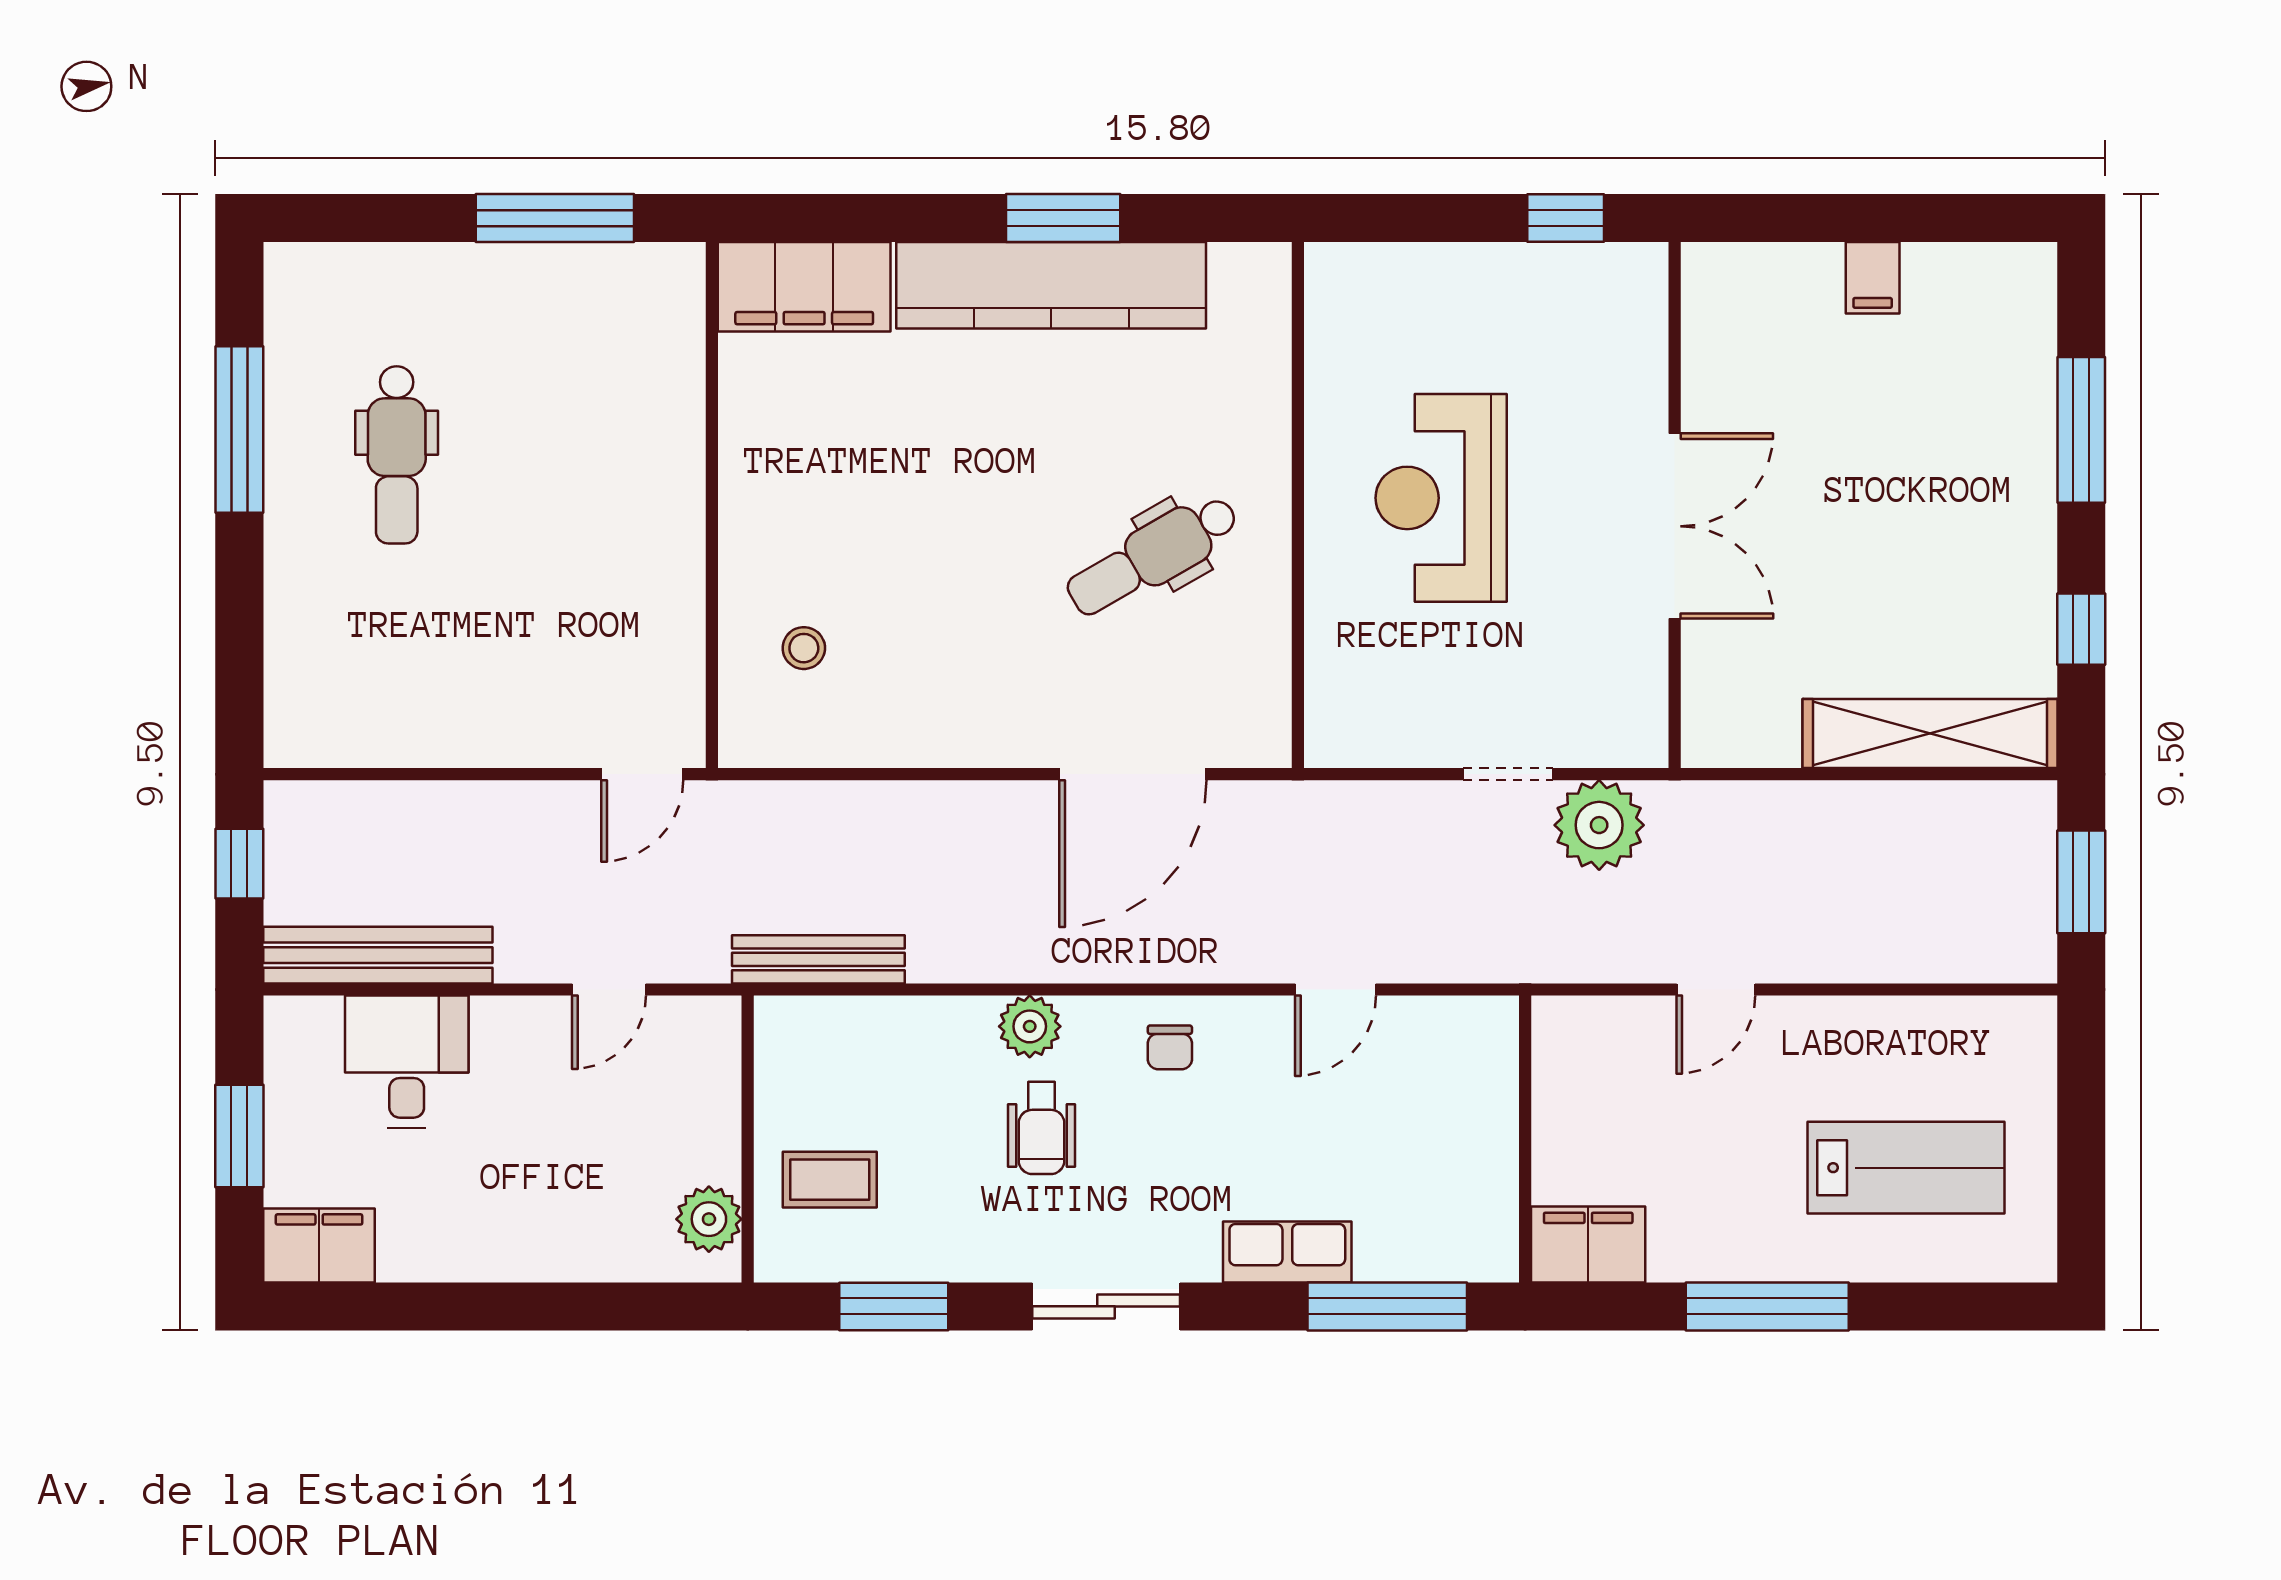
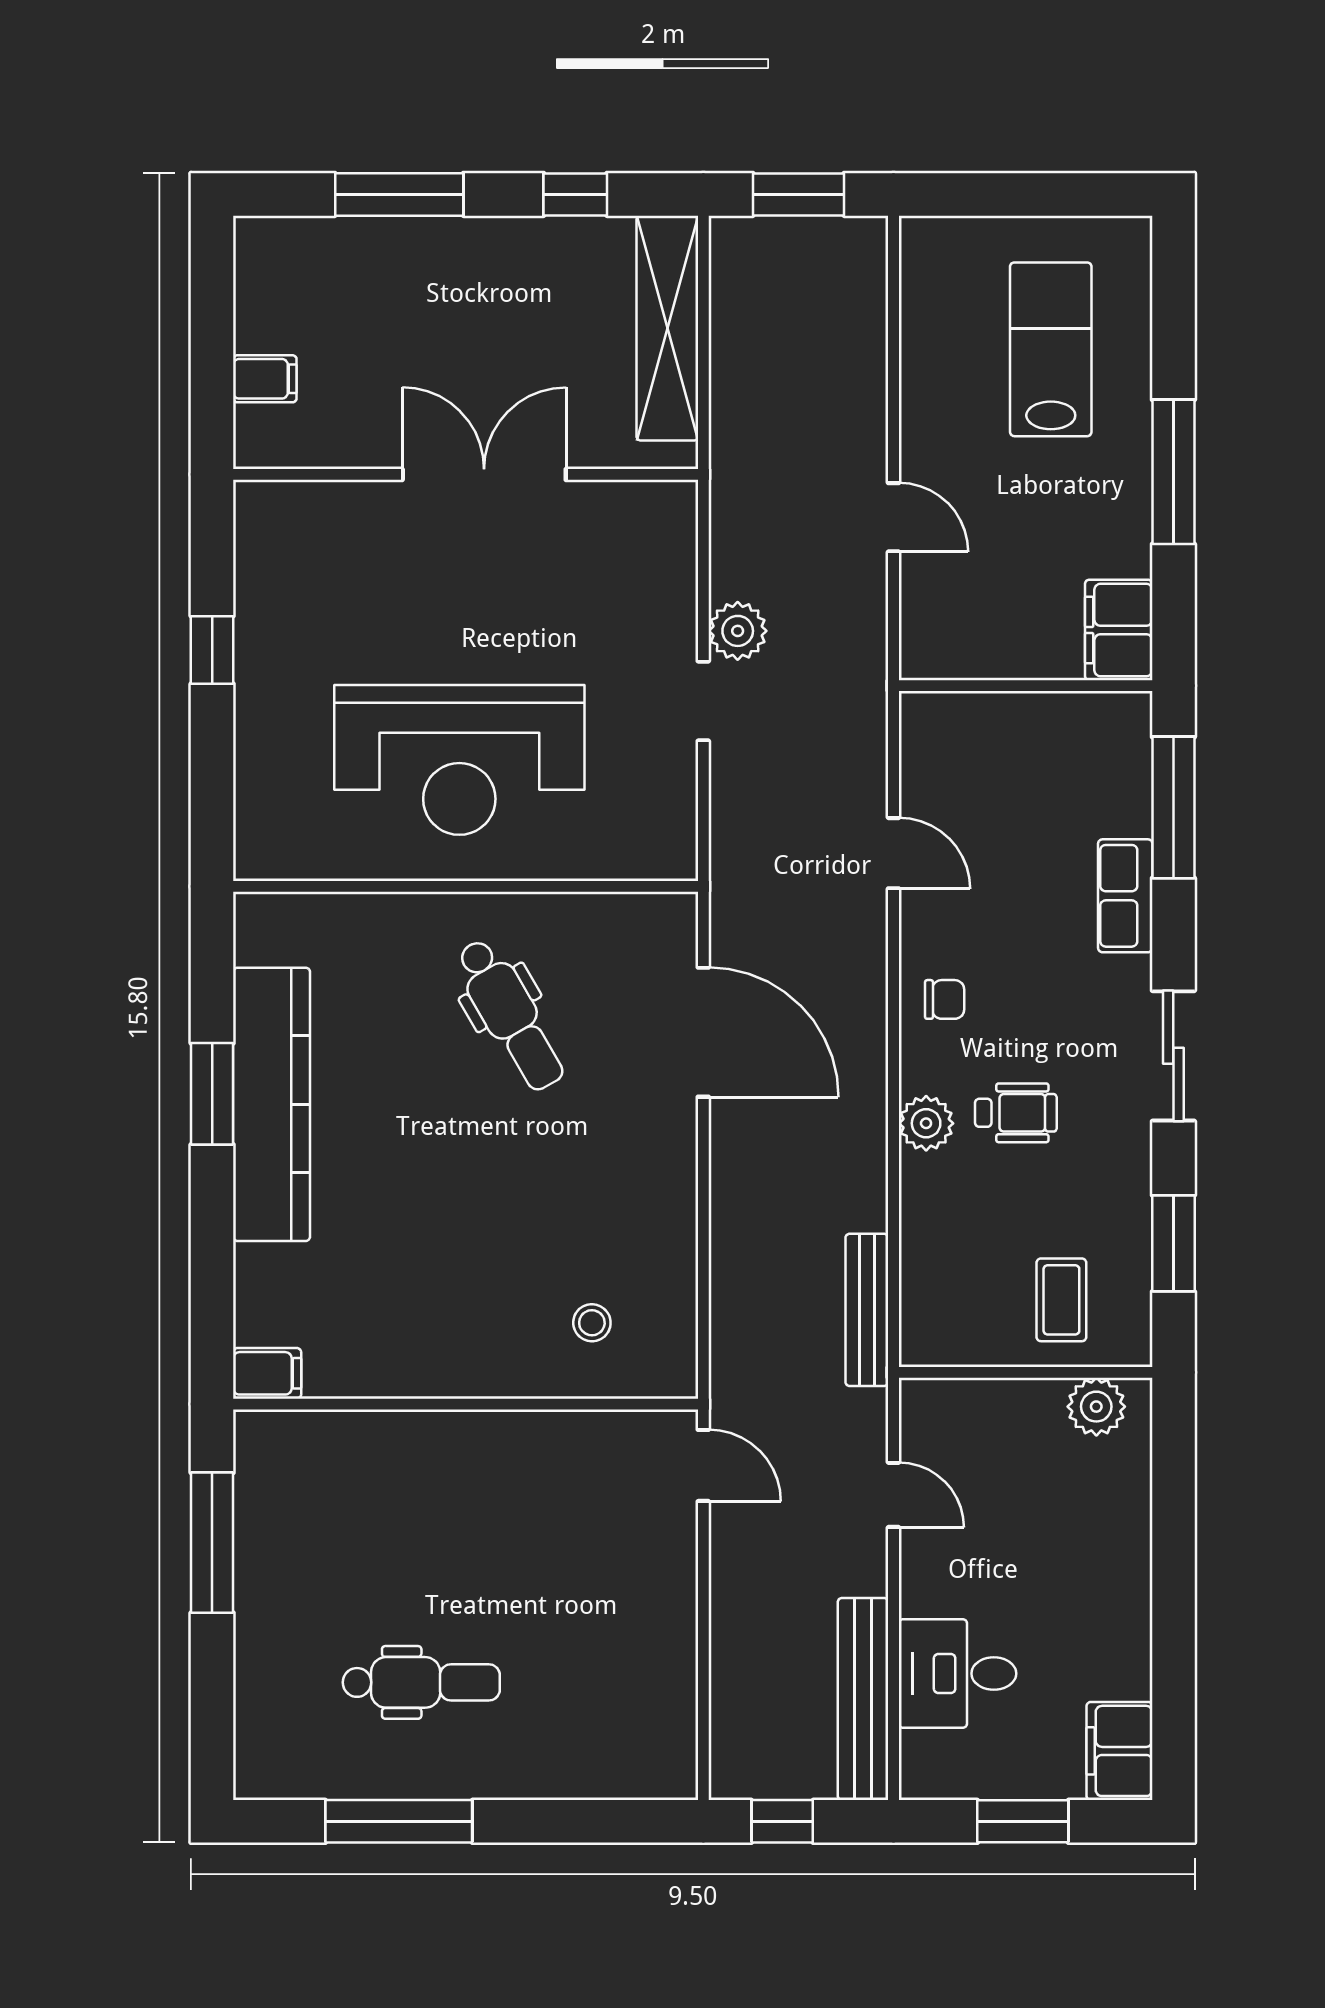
filing cabinet: (804, 287) -> (267, 1373), width x0.33, depth x0.86
reception desk: (1441, 498) -> (459, 760), width x1.36, depth x1.30
wall: (1675, 505) -> (466, 474), moved
double door: (1675, 526) -> (484, 474), moved
plant: (1599, 825) -> (738, 631), width x0.73, depth x0.73

